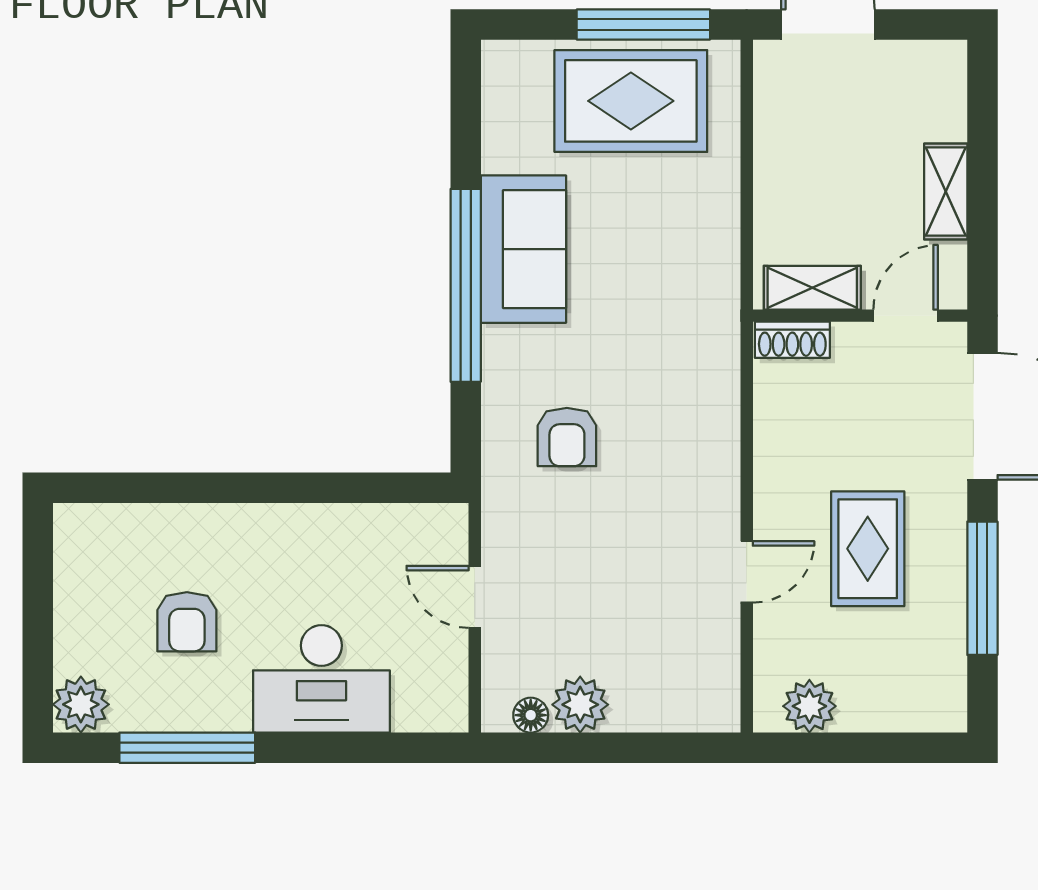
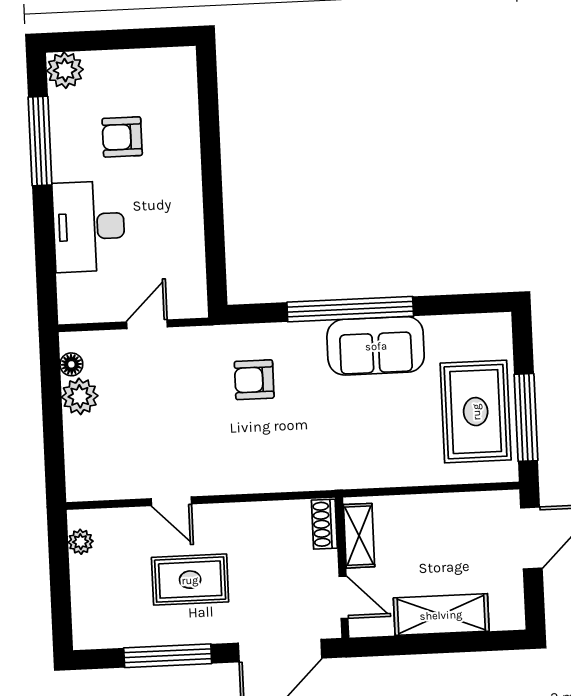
shelving: (946, 191) -> (441, 615), width x1.50, depth x1.33
plant: (809, 706) -> (81, 542), width x0.73, depth x0.73

